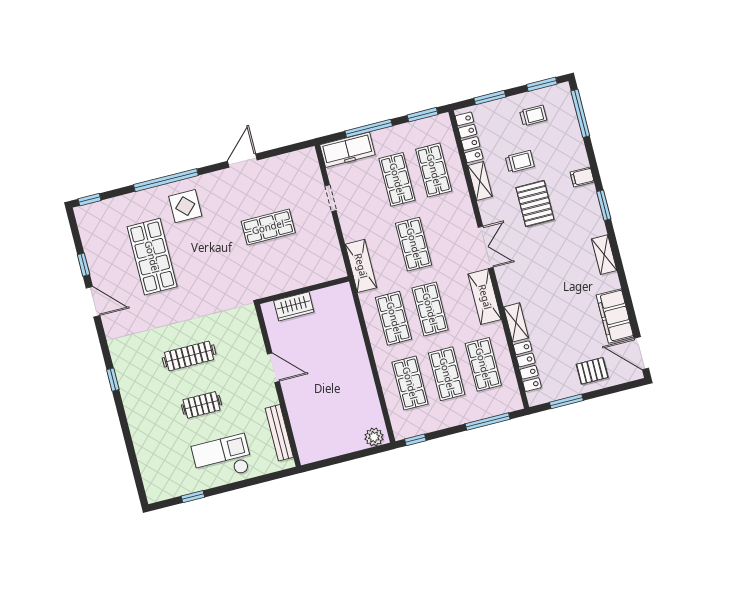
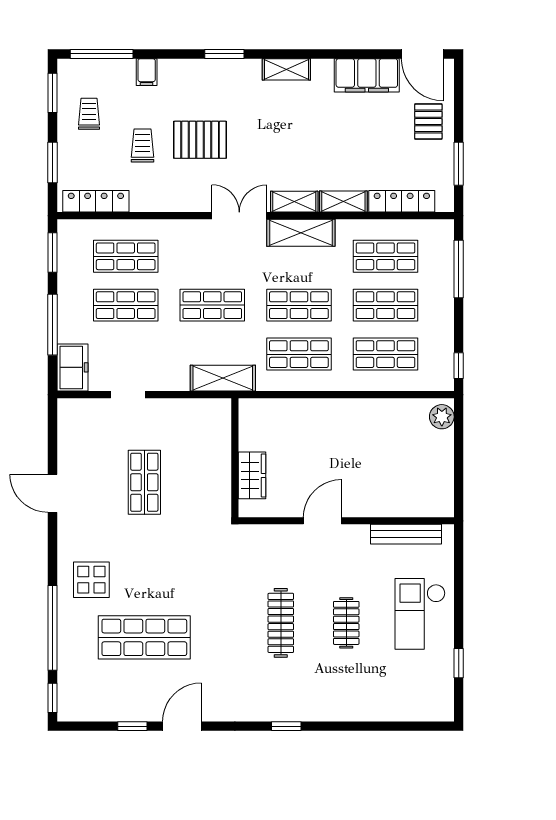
freezer: (347, 150) -> (73, 367), width x0.71
filing cabinet: (582, 177) -> (147, 72), moved
window: (166, 180) -> (53, 628), moved
shelving: (480, 181) -> (294, 202), moved
door: (641, 353) -> (422, 54), hinge flipped

